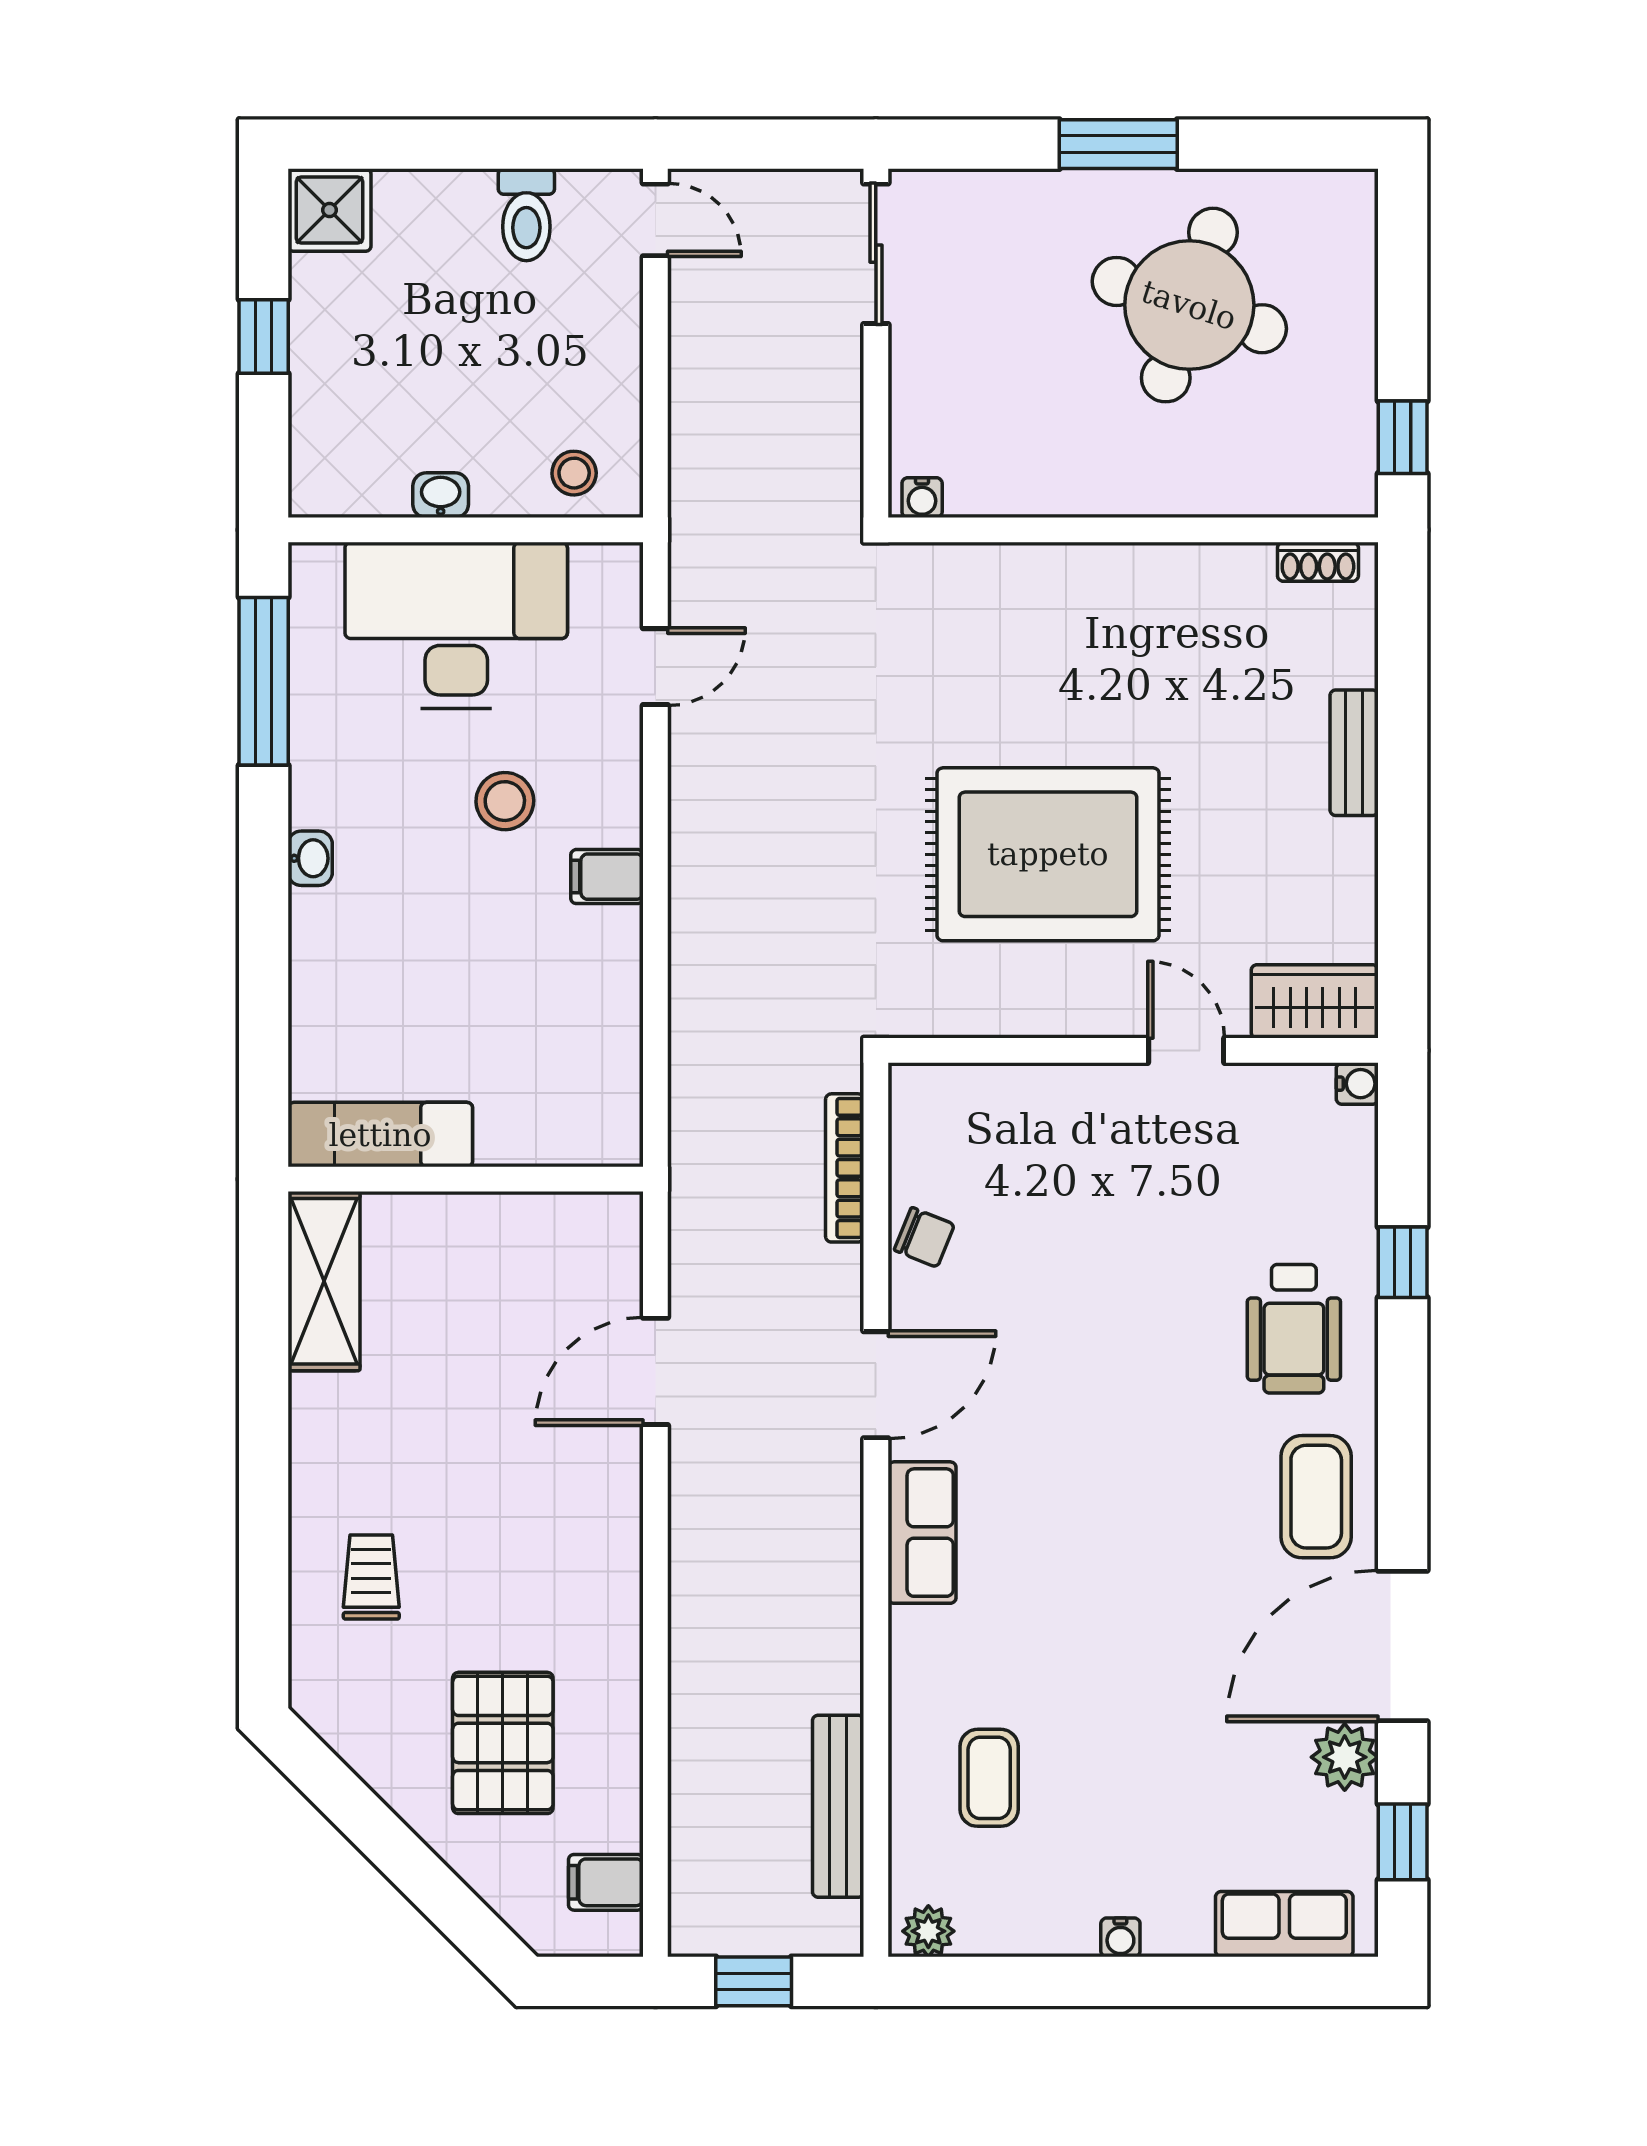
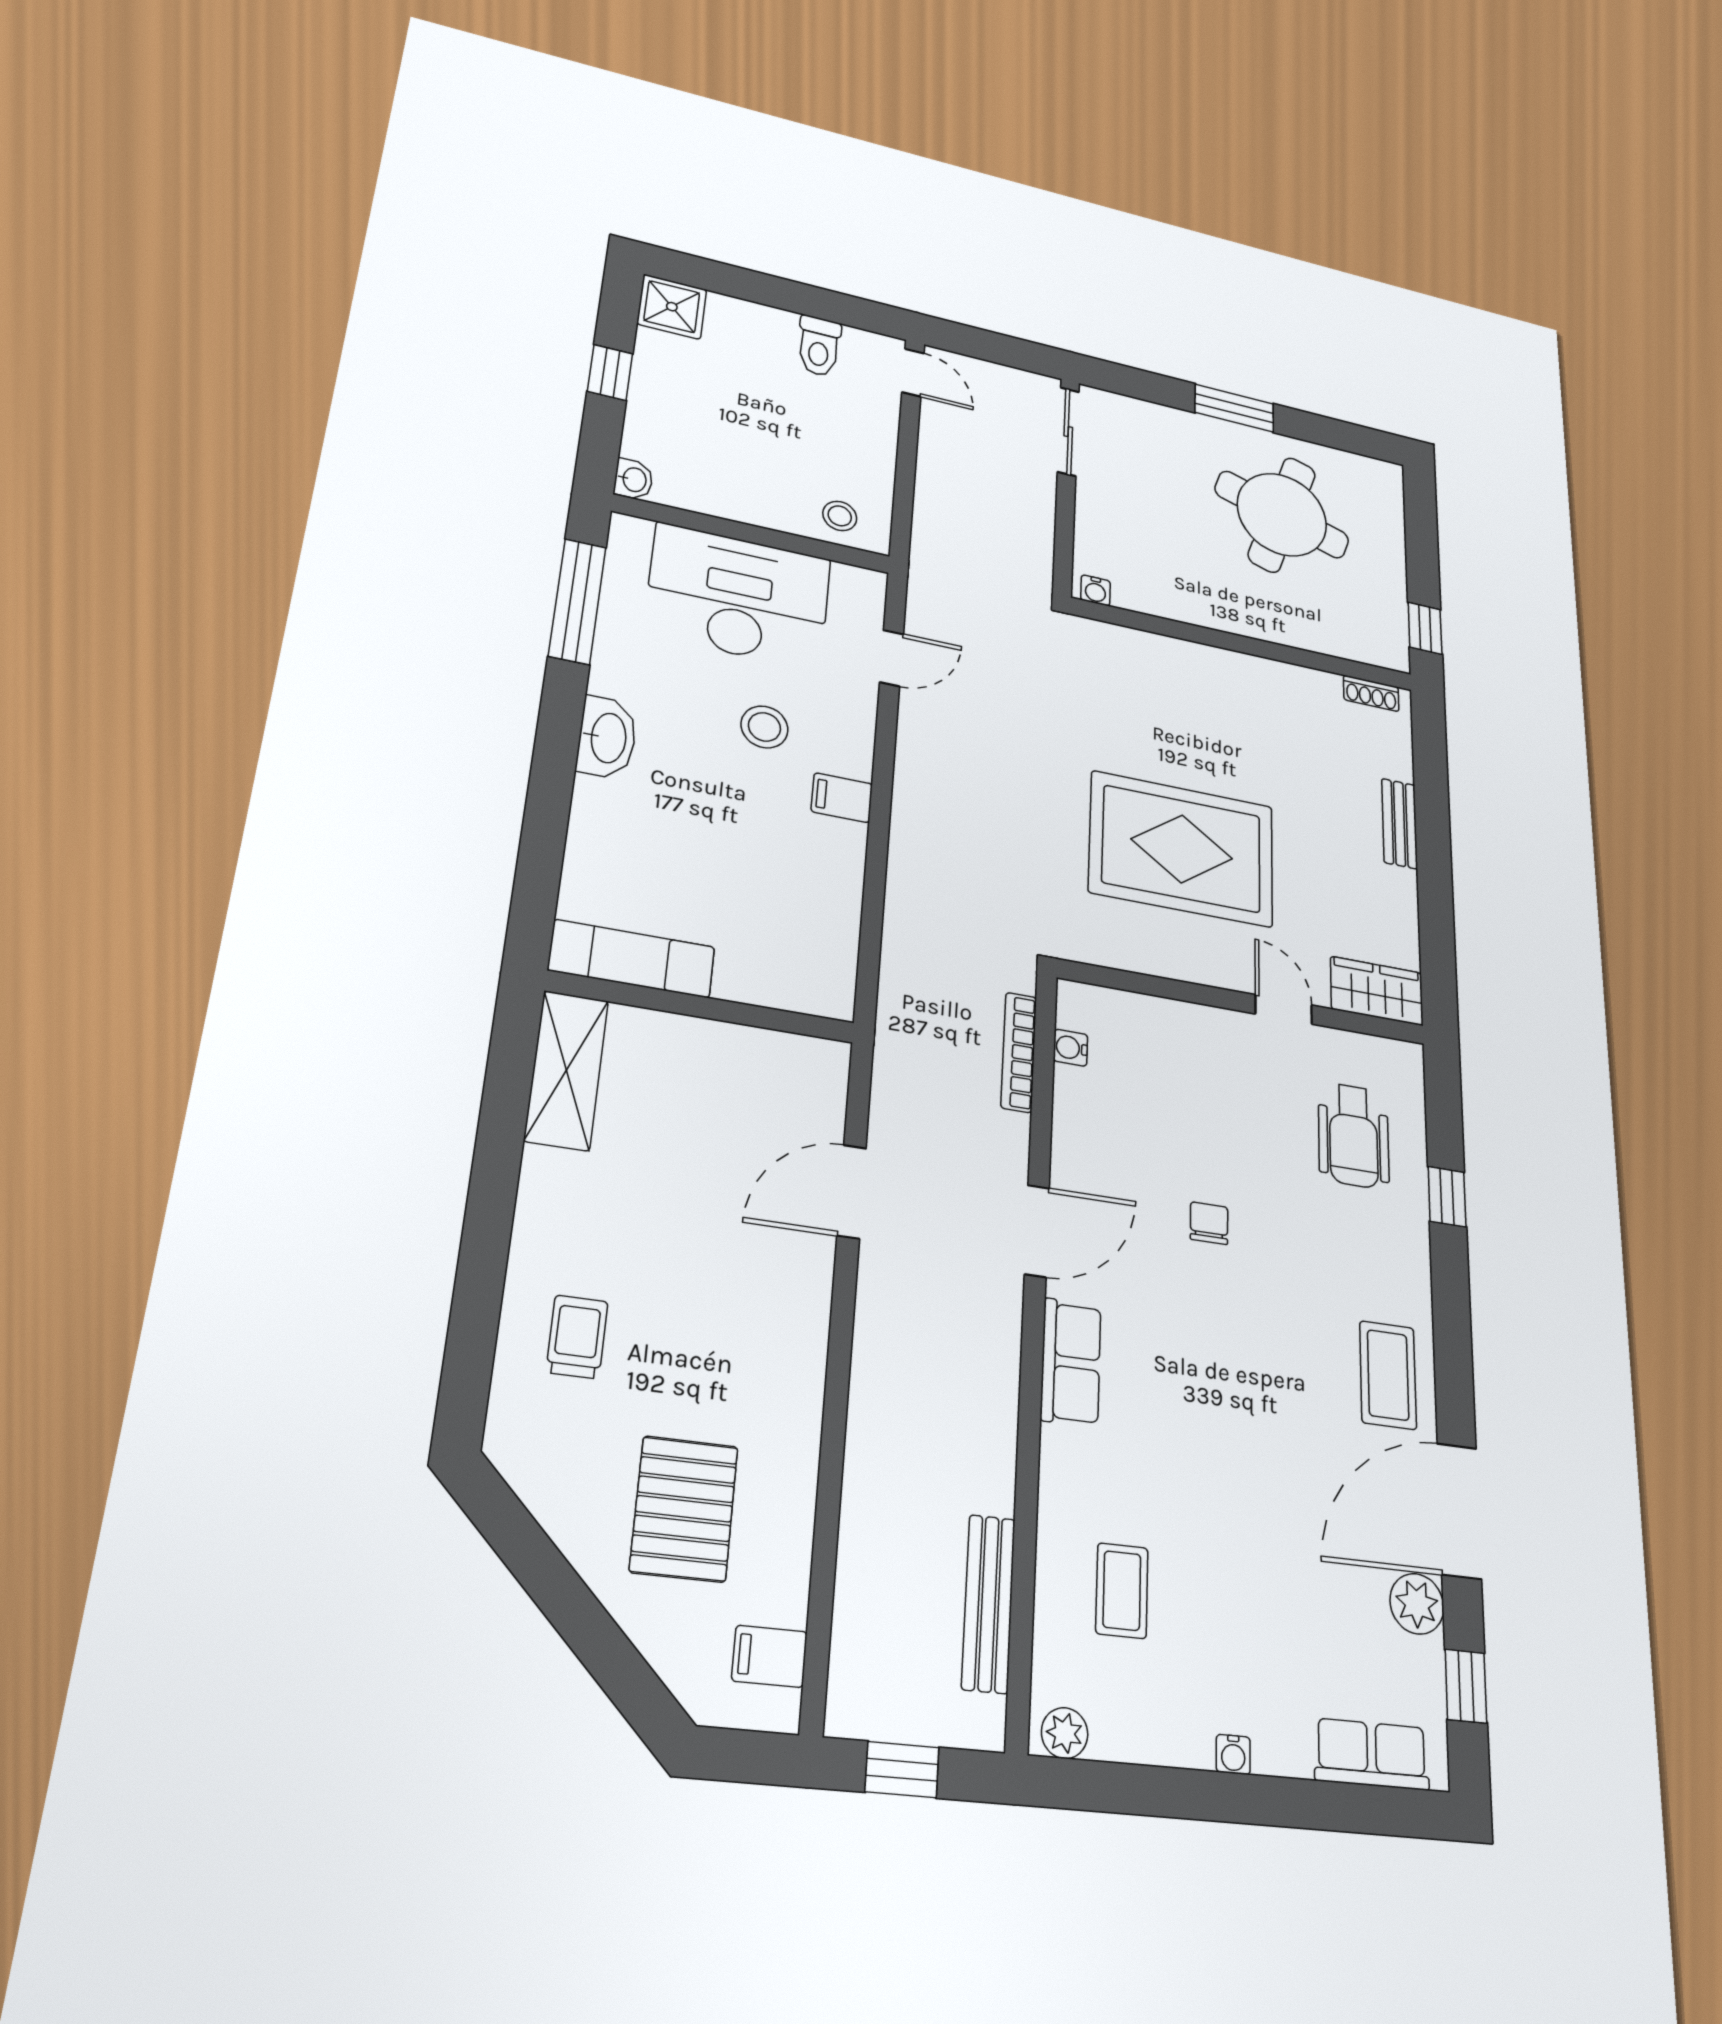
washbasin: (441, 495) -> (634, 479), moved, turned 90
washbasin: (310, 858) -> (607, 738), width x1.91, depth x1.45
water cooler: (1357, 1084) -> (1071, 1048), moved, turned 180
chair: (924, 1237) -> (1209, 1223), moved, turned -112
wheelchair: (1294, 1329) -> (1354, 1136), moved

